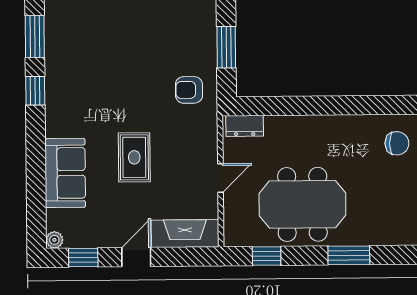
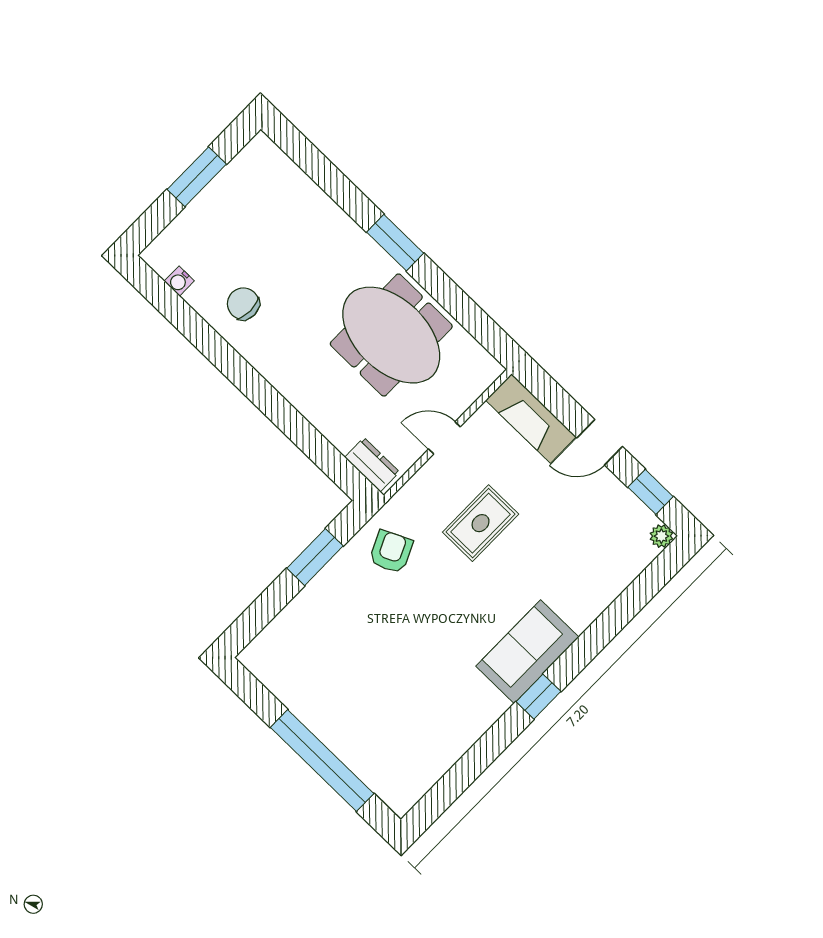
window: (35, 37) -> (488, 749), removed
armchair: (189, 90) -> (391, 552), turned -115
rug: (134, 157) -> (481, 523), moved
sofa: (65, 173) -> (527, 652), moved
window: (267, 256) -> (474, 320), removed

